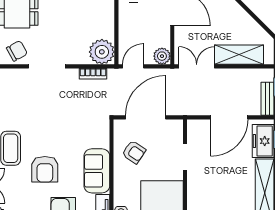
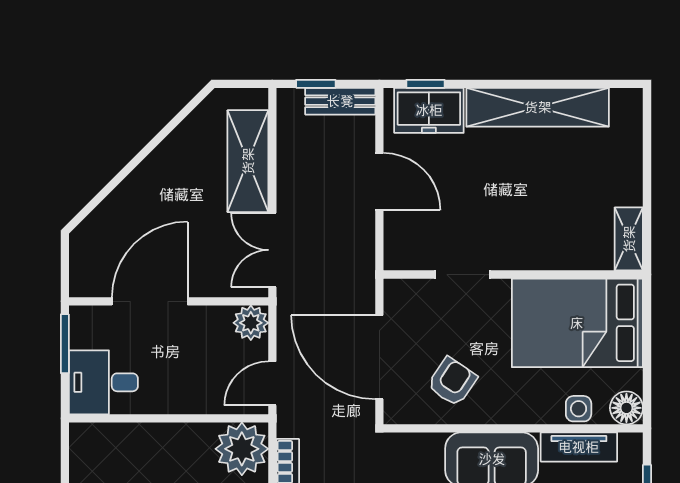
door: (133, 66) -> (272, 383), hinge flipped
door: (229, 117) -> (379, 181), width x0.73

